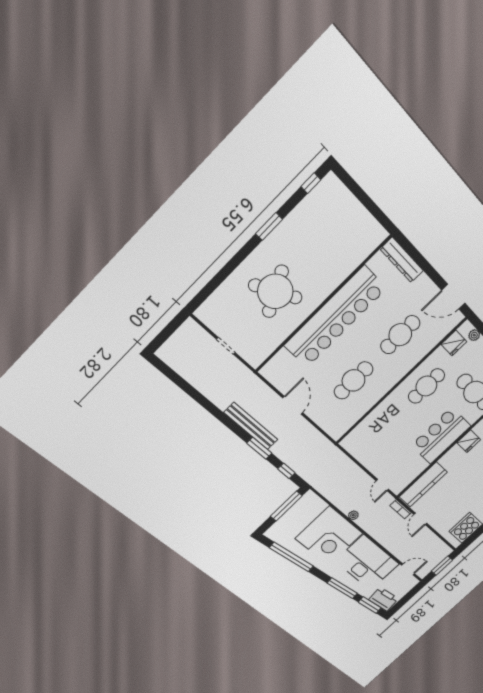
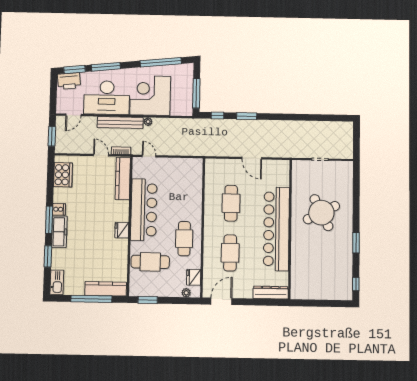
bench: (251, 426) -> (120, 123), moved
bar counter: (441, 436) -> (144, 210), width x1.36

